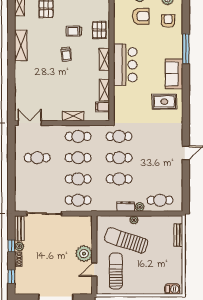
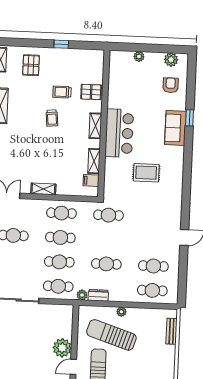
armchair: (141, 16) -> (139, 78), removed
pallet: (99, 30) -> (91, 92), turned 90
window: (186, 49) -> (189, 118), width x0.46
sofa: (174, 74) -> (175, 128), moved
rug: (164, 102) -> (146, 173), moved
shelving: (73, 116) -> (43, 189), moved
cafe table: (119, 158) -> (153, 266), moved
dresser: (126, 206) -> (98, 295), moved
plant: (140, 207) -> (82, 295), moved

